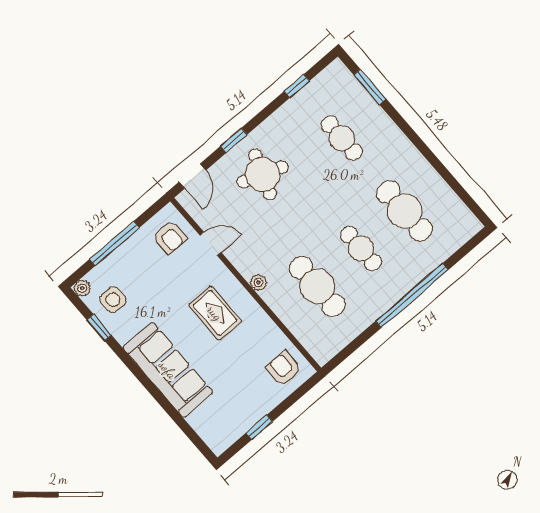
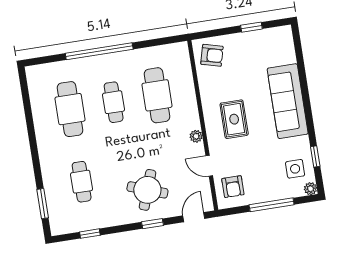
armchair: (170, 237) -> (233, 187), turned 180
plant: (258, 282) -> (196, 136), moved
armchair: (284, 369) -> (212, 55), turned -75

